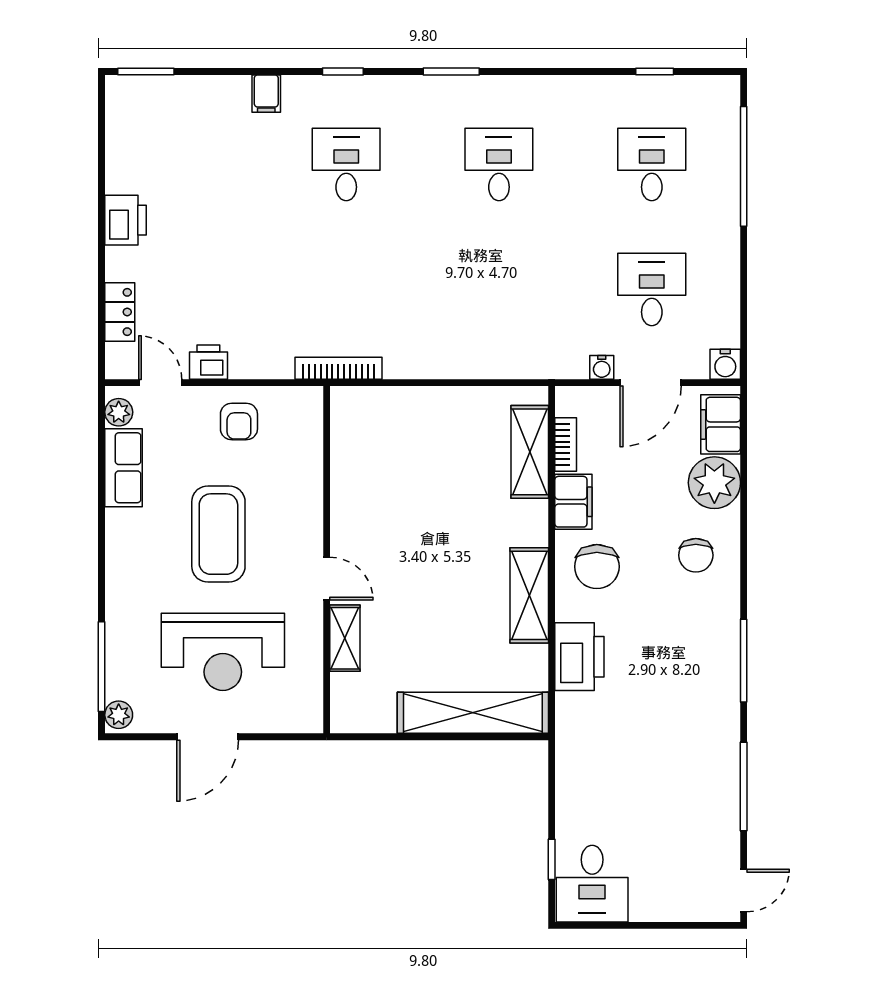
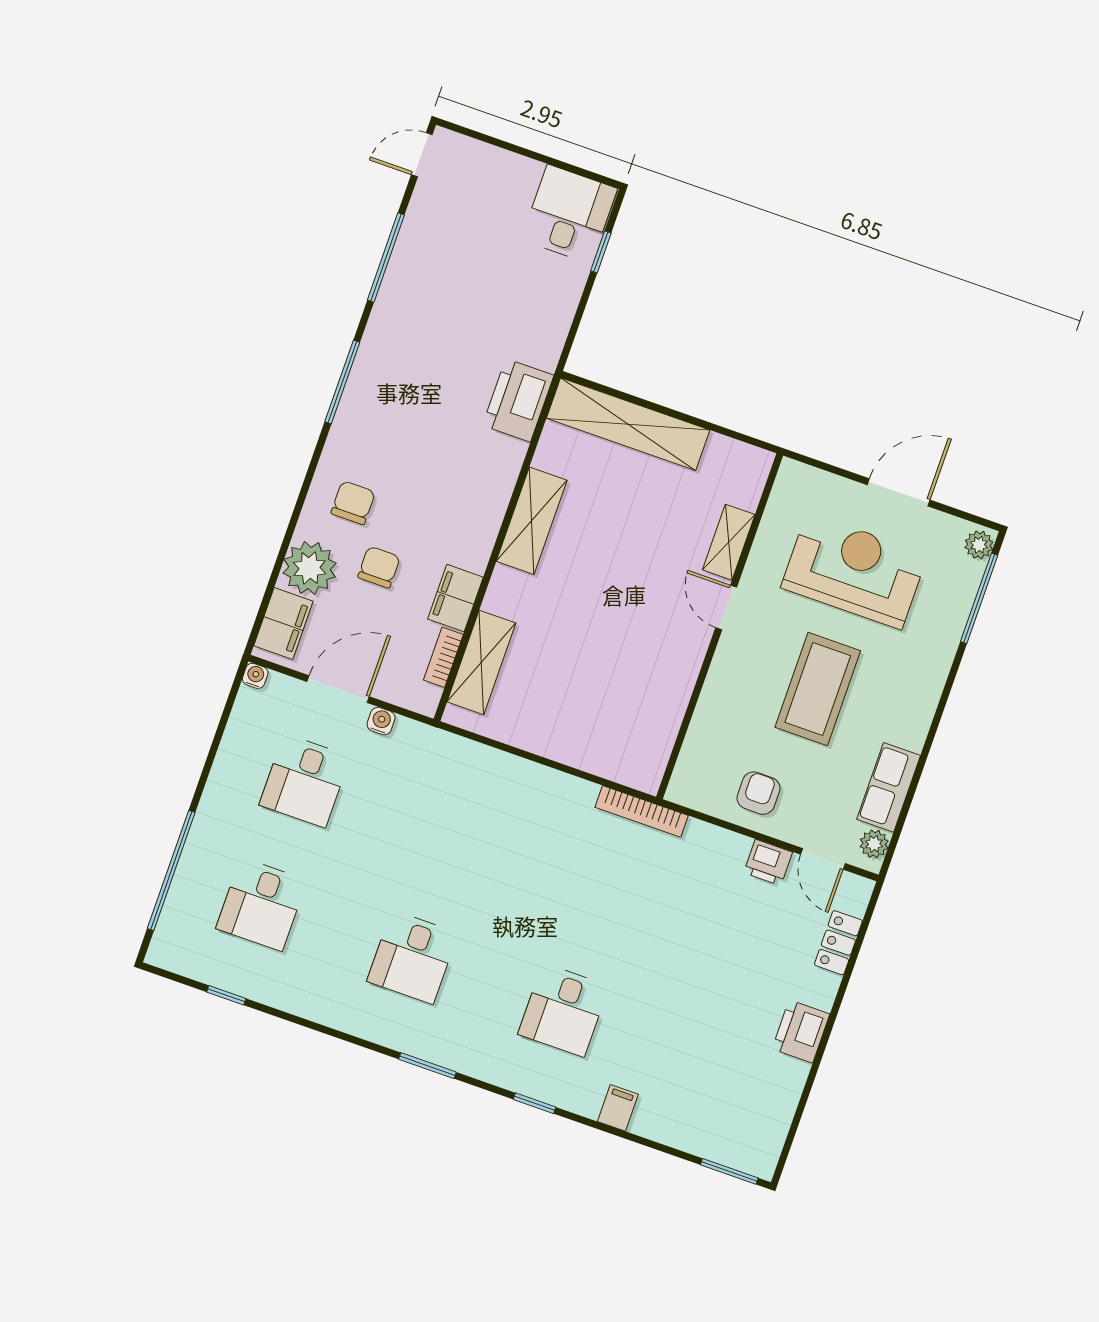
water cooler: (725, 364) -> (255, 676), width x0.72, depth x0.72
chair: (597, 567) -> (379, 567), moved, width x0.73, depth x0.73
printer: (579, 657) -> (518, 400), moved

